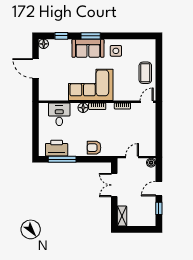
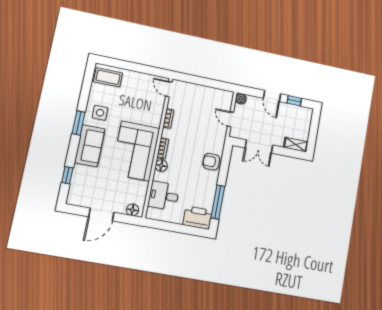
window: (91, 36) -> (79, 123), moved
floor lamp: (44, 44) -> (132, 210), moved
coffee table: (145, 73) -> (108, 77), moved
printer: (57, 148) -> (198, 218), moved, turned 90
armchair: (94, 148) -> (211, 162), turned 90

